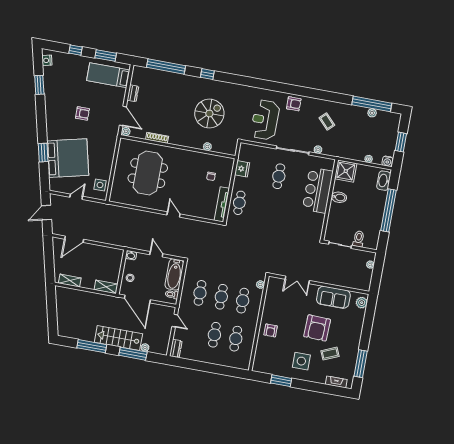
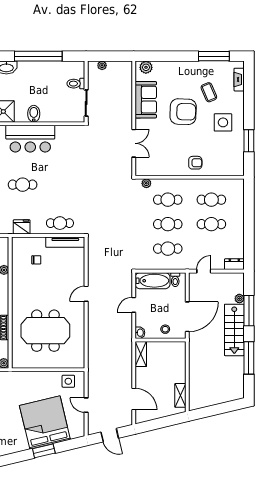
shelving: (106, 287) -> (141, 354), moved

